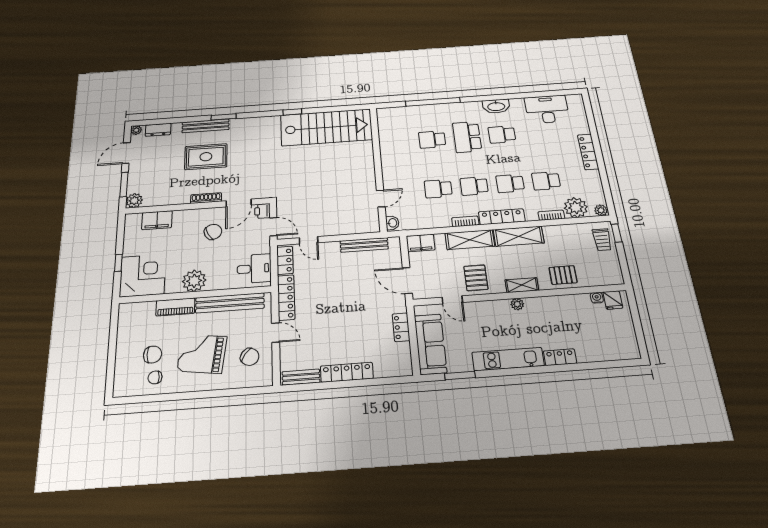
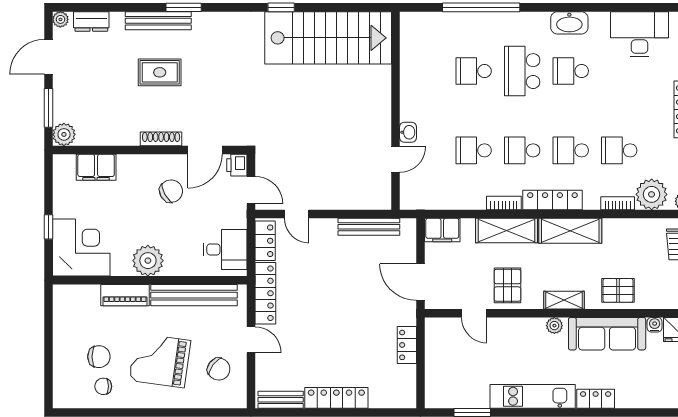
rug: (206, 157) -> (160, 72), width x0.73, depth x0.70
washbasin: (392, 223) -> (408, 132), moved
sofa: (430, 344) -> (607, 334), moved, turned 90

